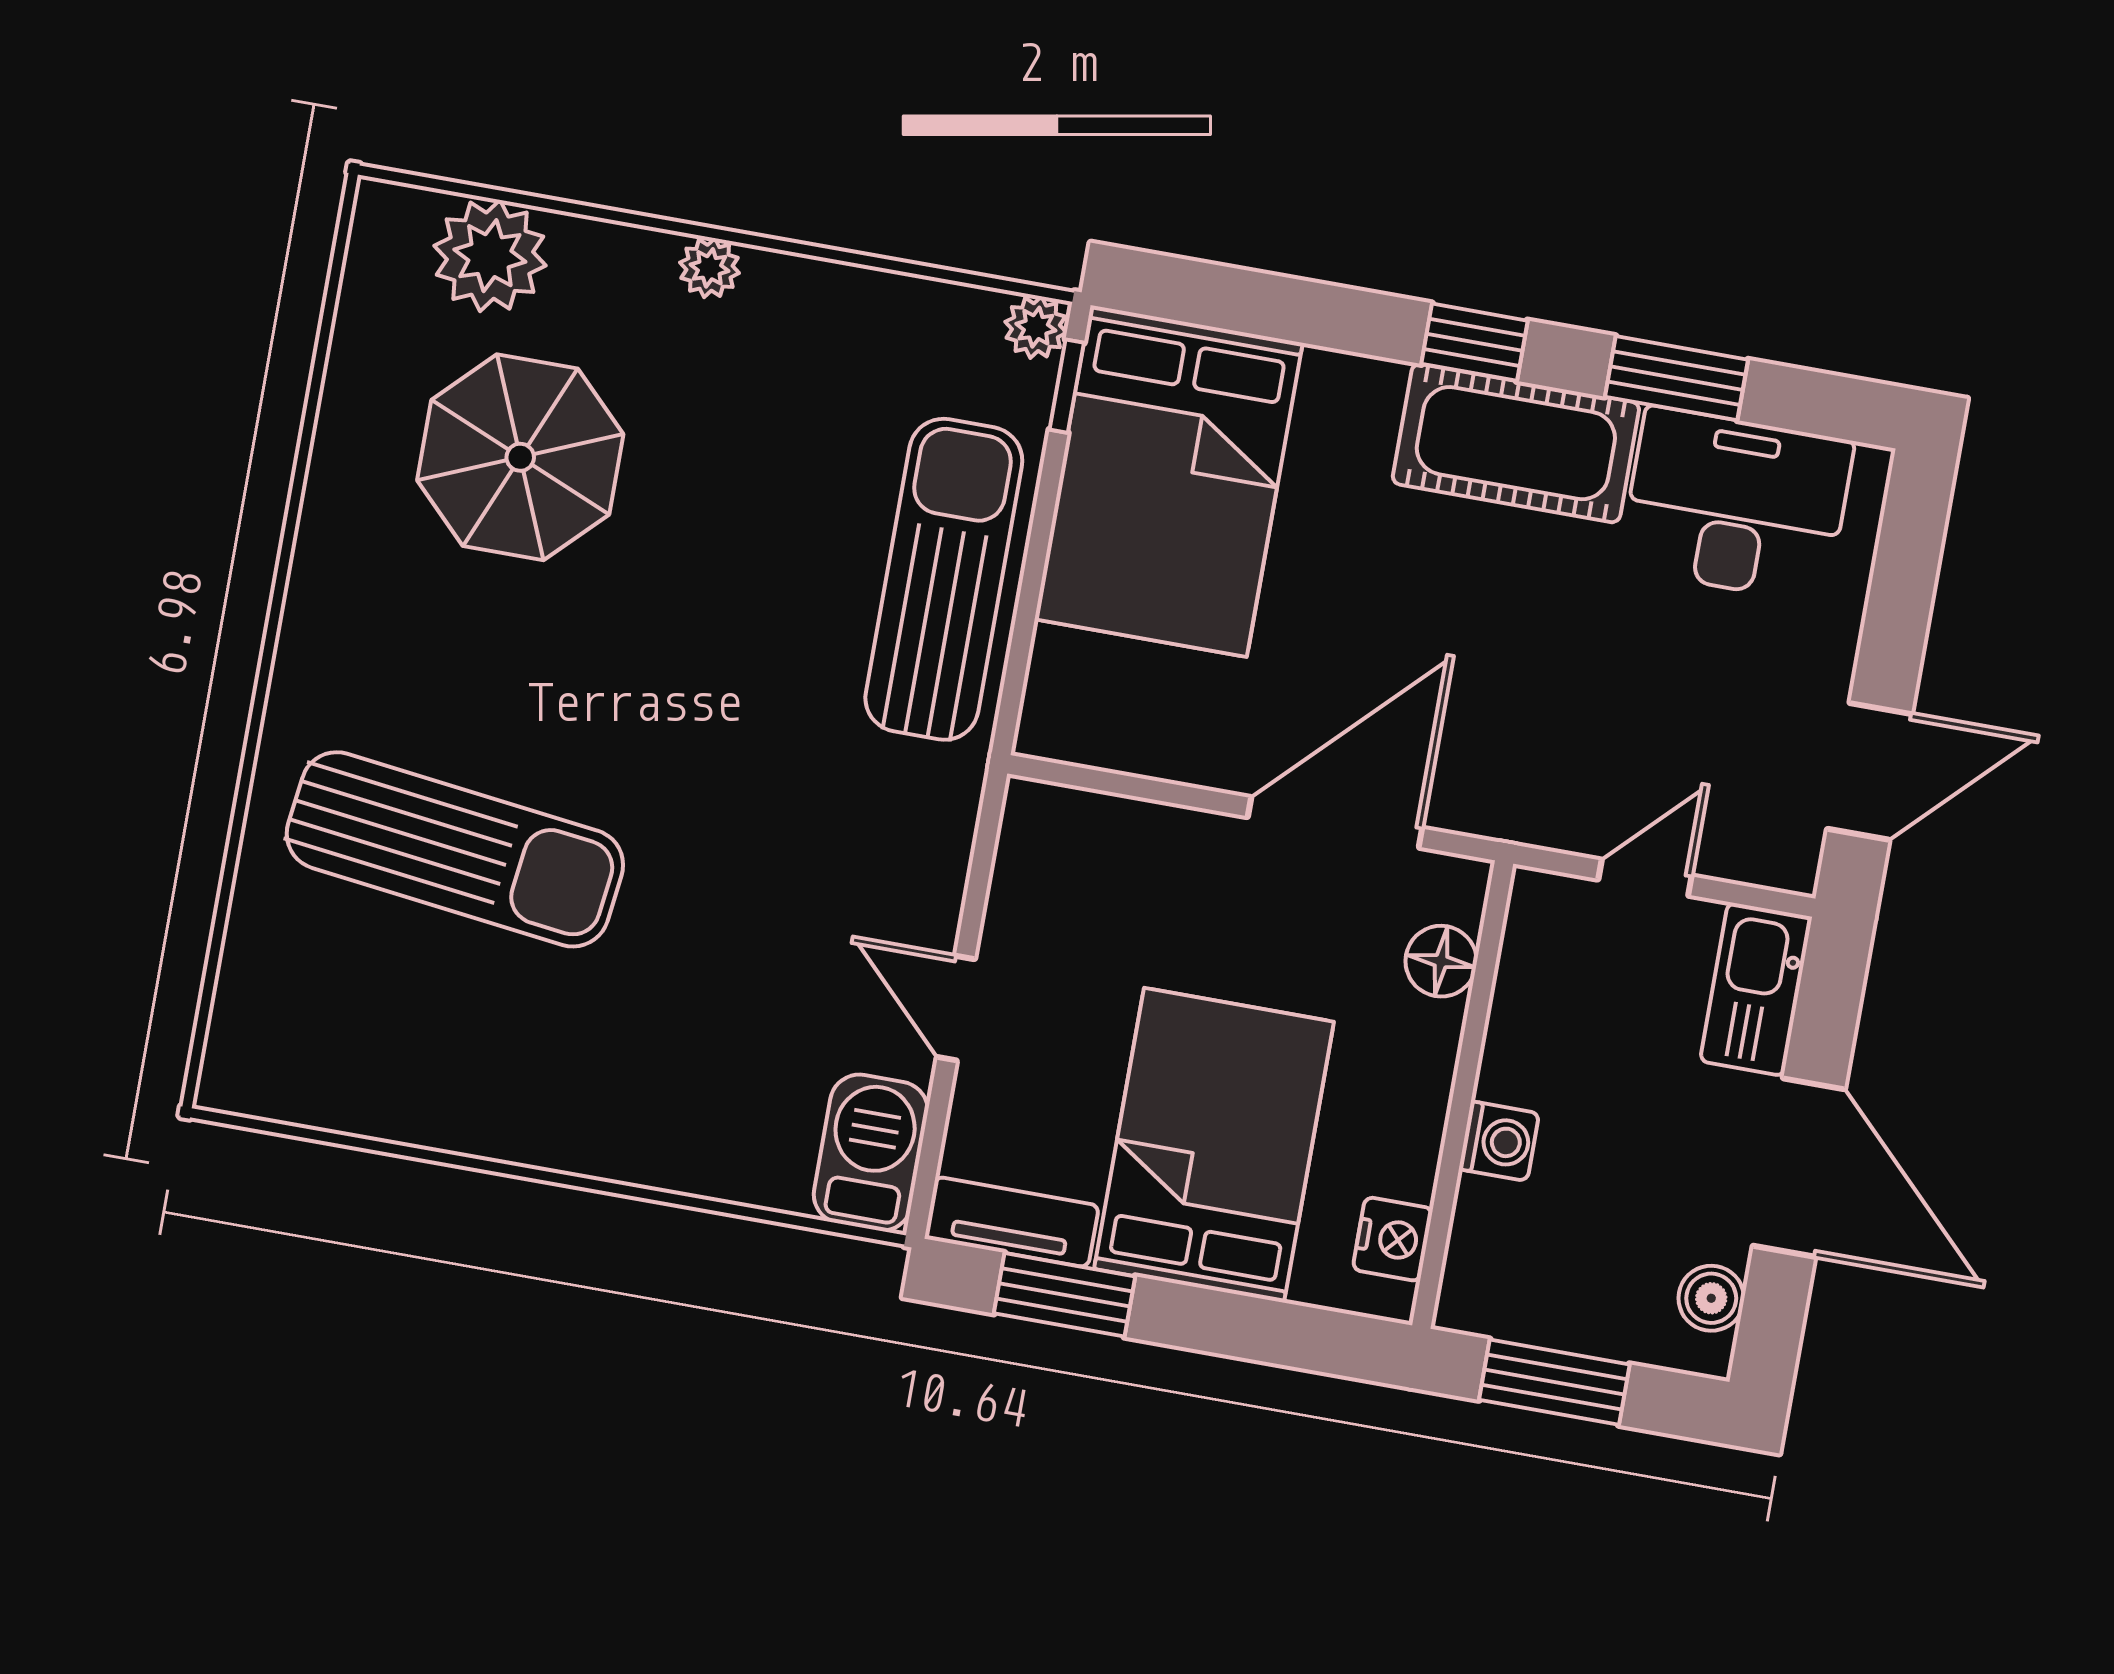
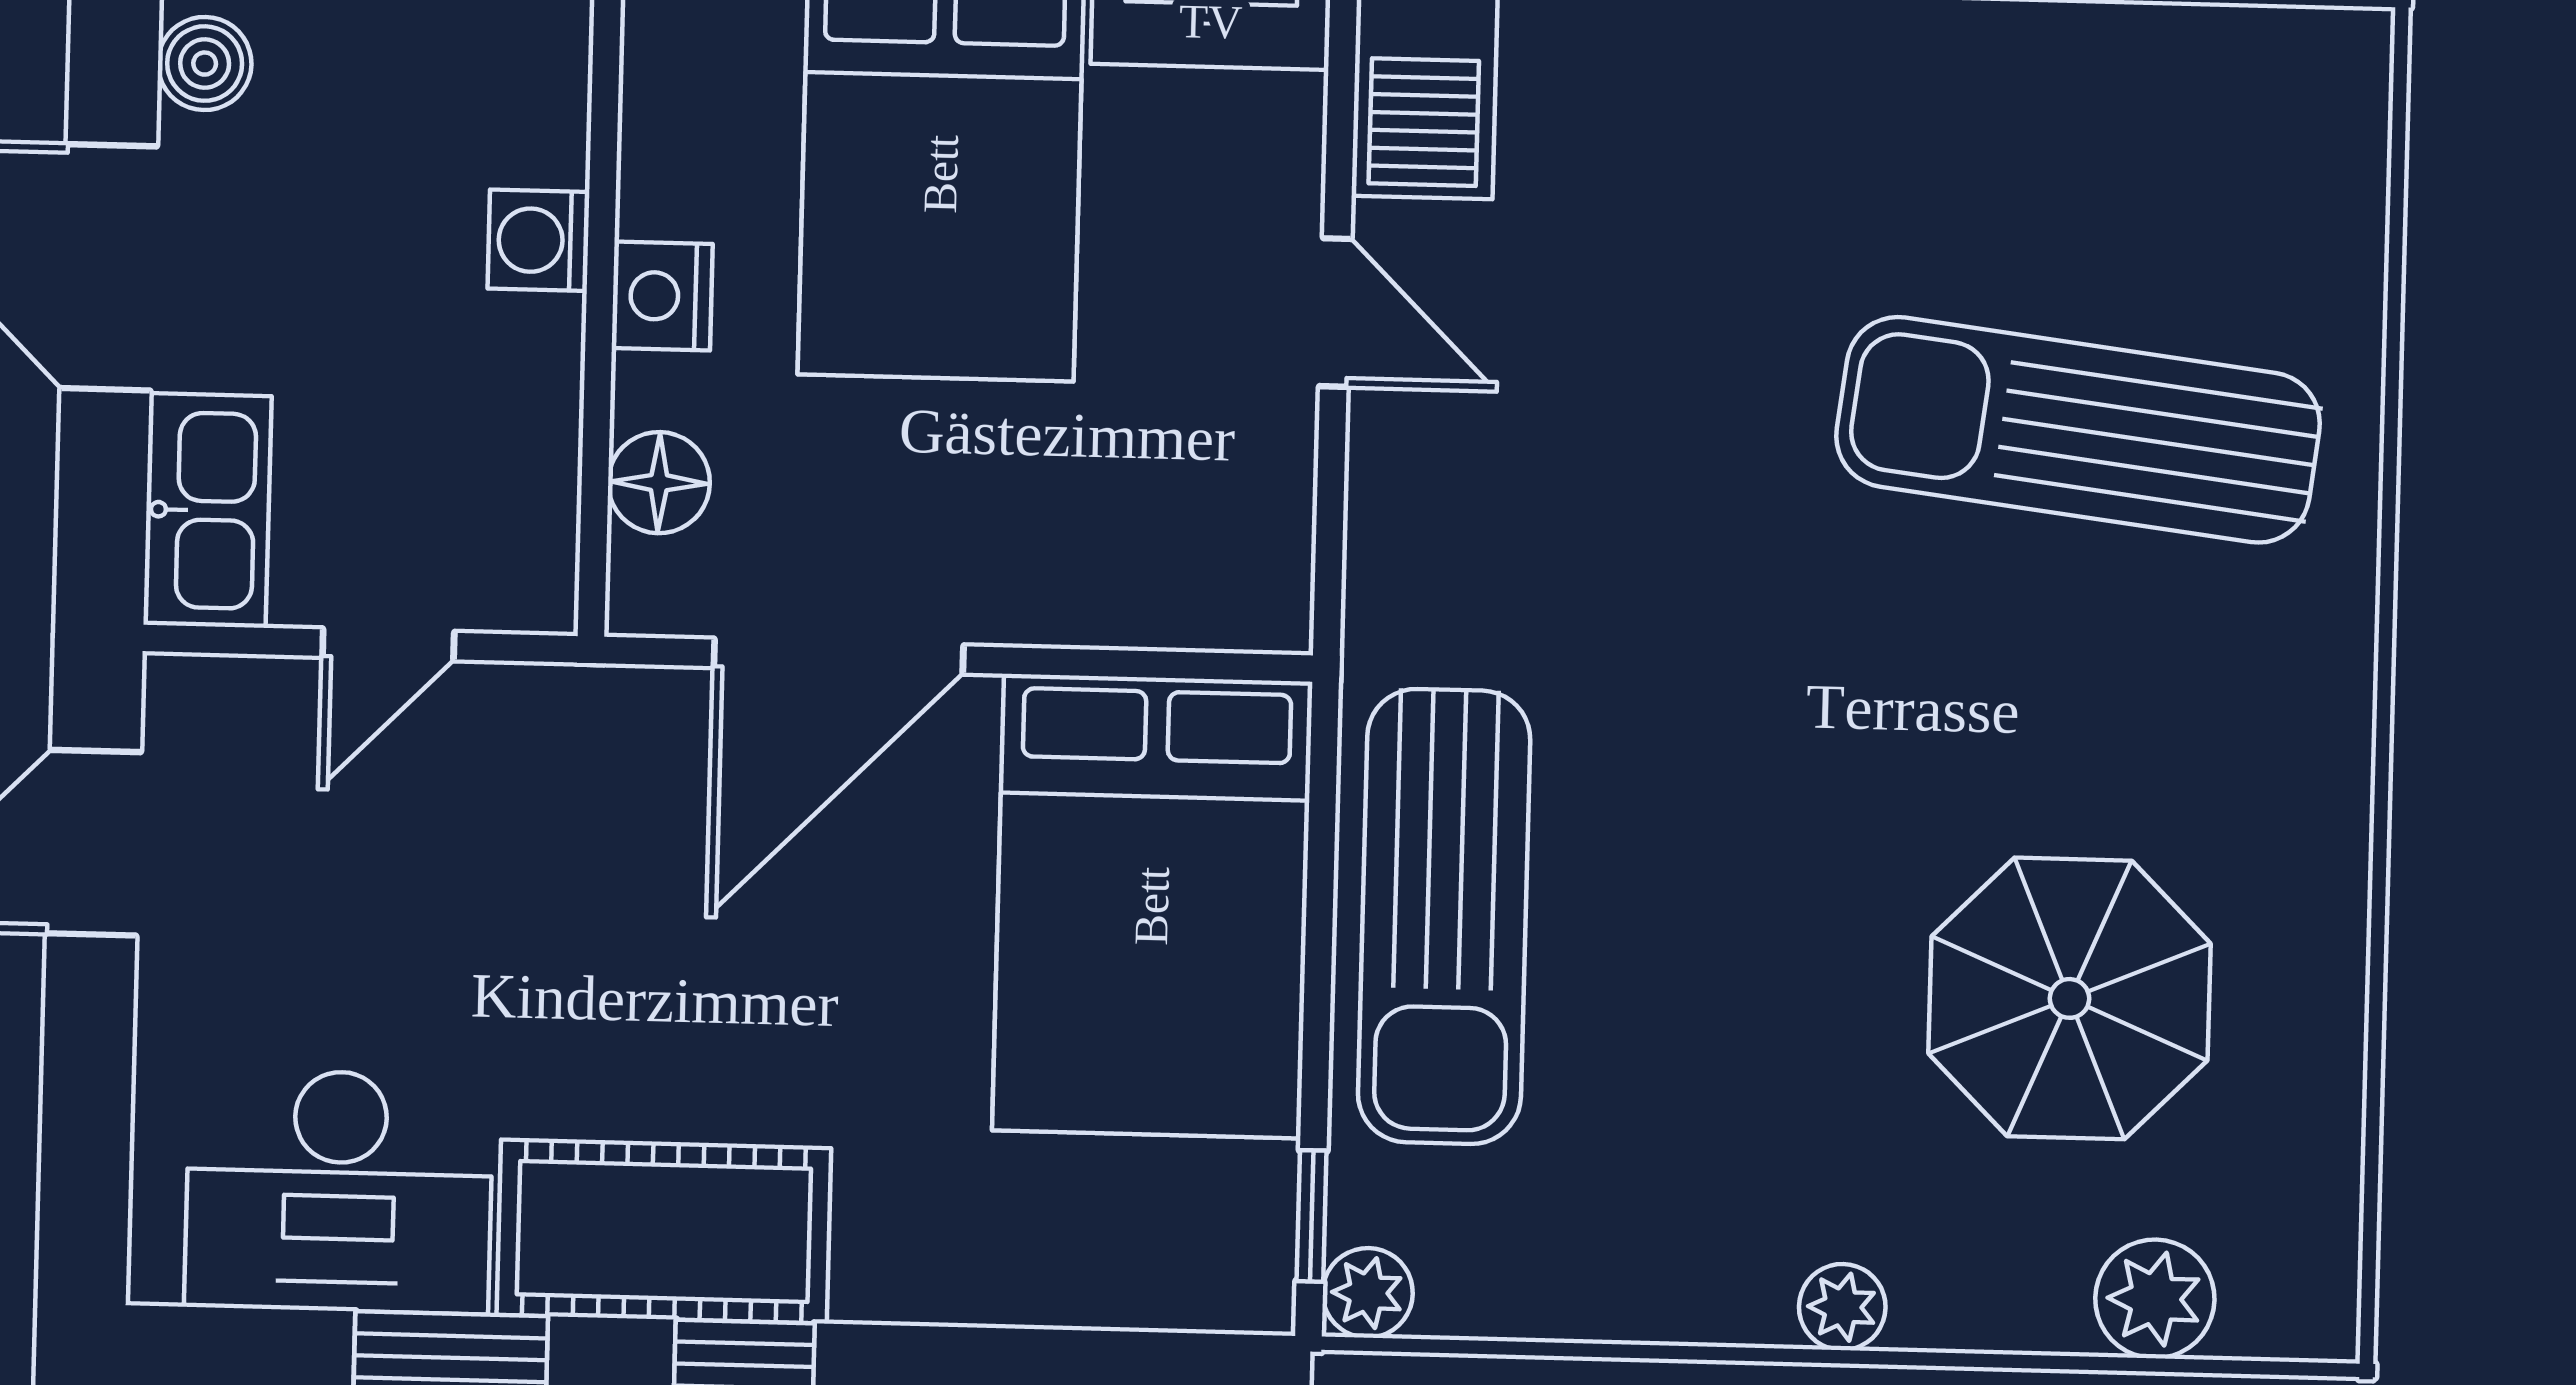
plant: (490, 256) -> (2155, 1299), width x0.73, depth x0.73
bed: (1169, 481) -> (1152, 906), moved, turned 180
nightstand: (1393, 1239) -> (662, 296), moved

